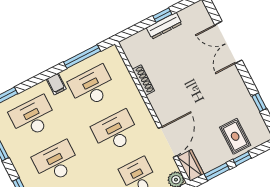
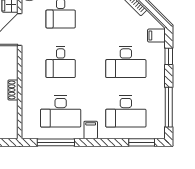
shoe rack: (143, 80) -> (13, 90), width x0.70
desk: (115, 132) -> (61, 62), width x0.73

